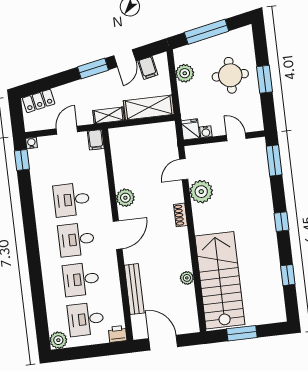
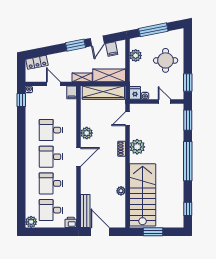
window: (264, 79) -> (188, 83), moved
door: (67, 130) -> (53, 84), hinge flipped
wardrobe: (143, 135) -> (103, 93), added
plant: (201, 192) -> (137, 147), moved
window: (281, 222) -> (188, 161), width x3.17
window: (288, 275) -> (188, 209), moved
bench: (134, 289) -> (85, 211), moved

